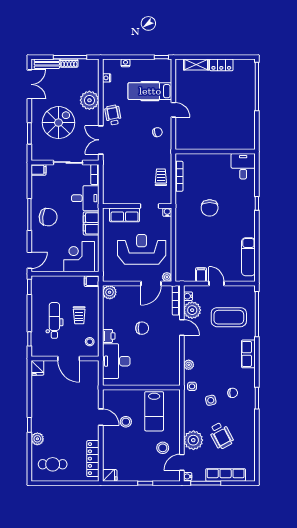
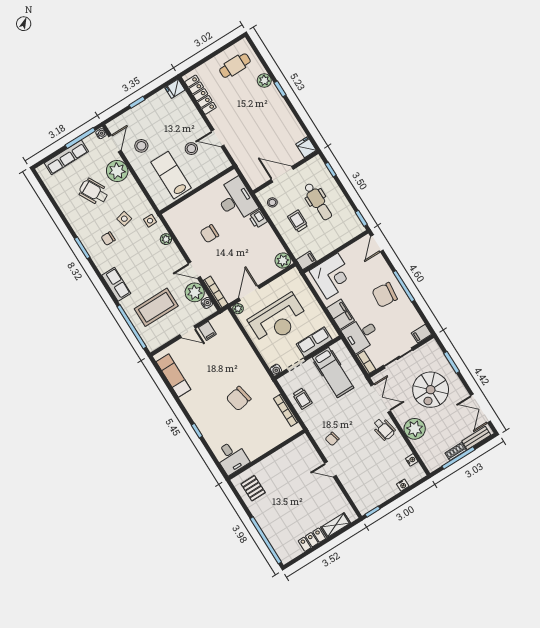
hospital bed: (150, 91) -> (333, 373), moved, turned 90
pallet: (241, 132) -> (253, 488), added
chair: (210, 208) -> (239, 399), turned -101
chair: (142, 328) -> (209, 234), moved

